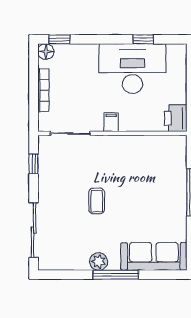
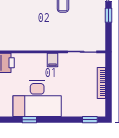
floor lamp: (46, 52) -> (100, 111), removed
window: (34, 164) -> (109, 15), moved

